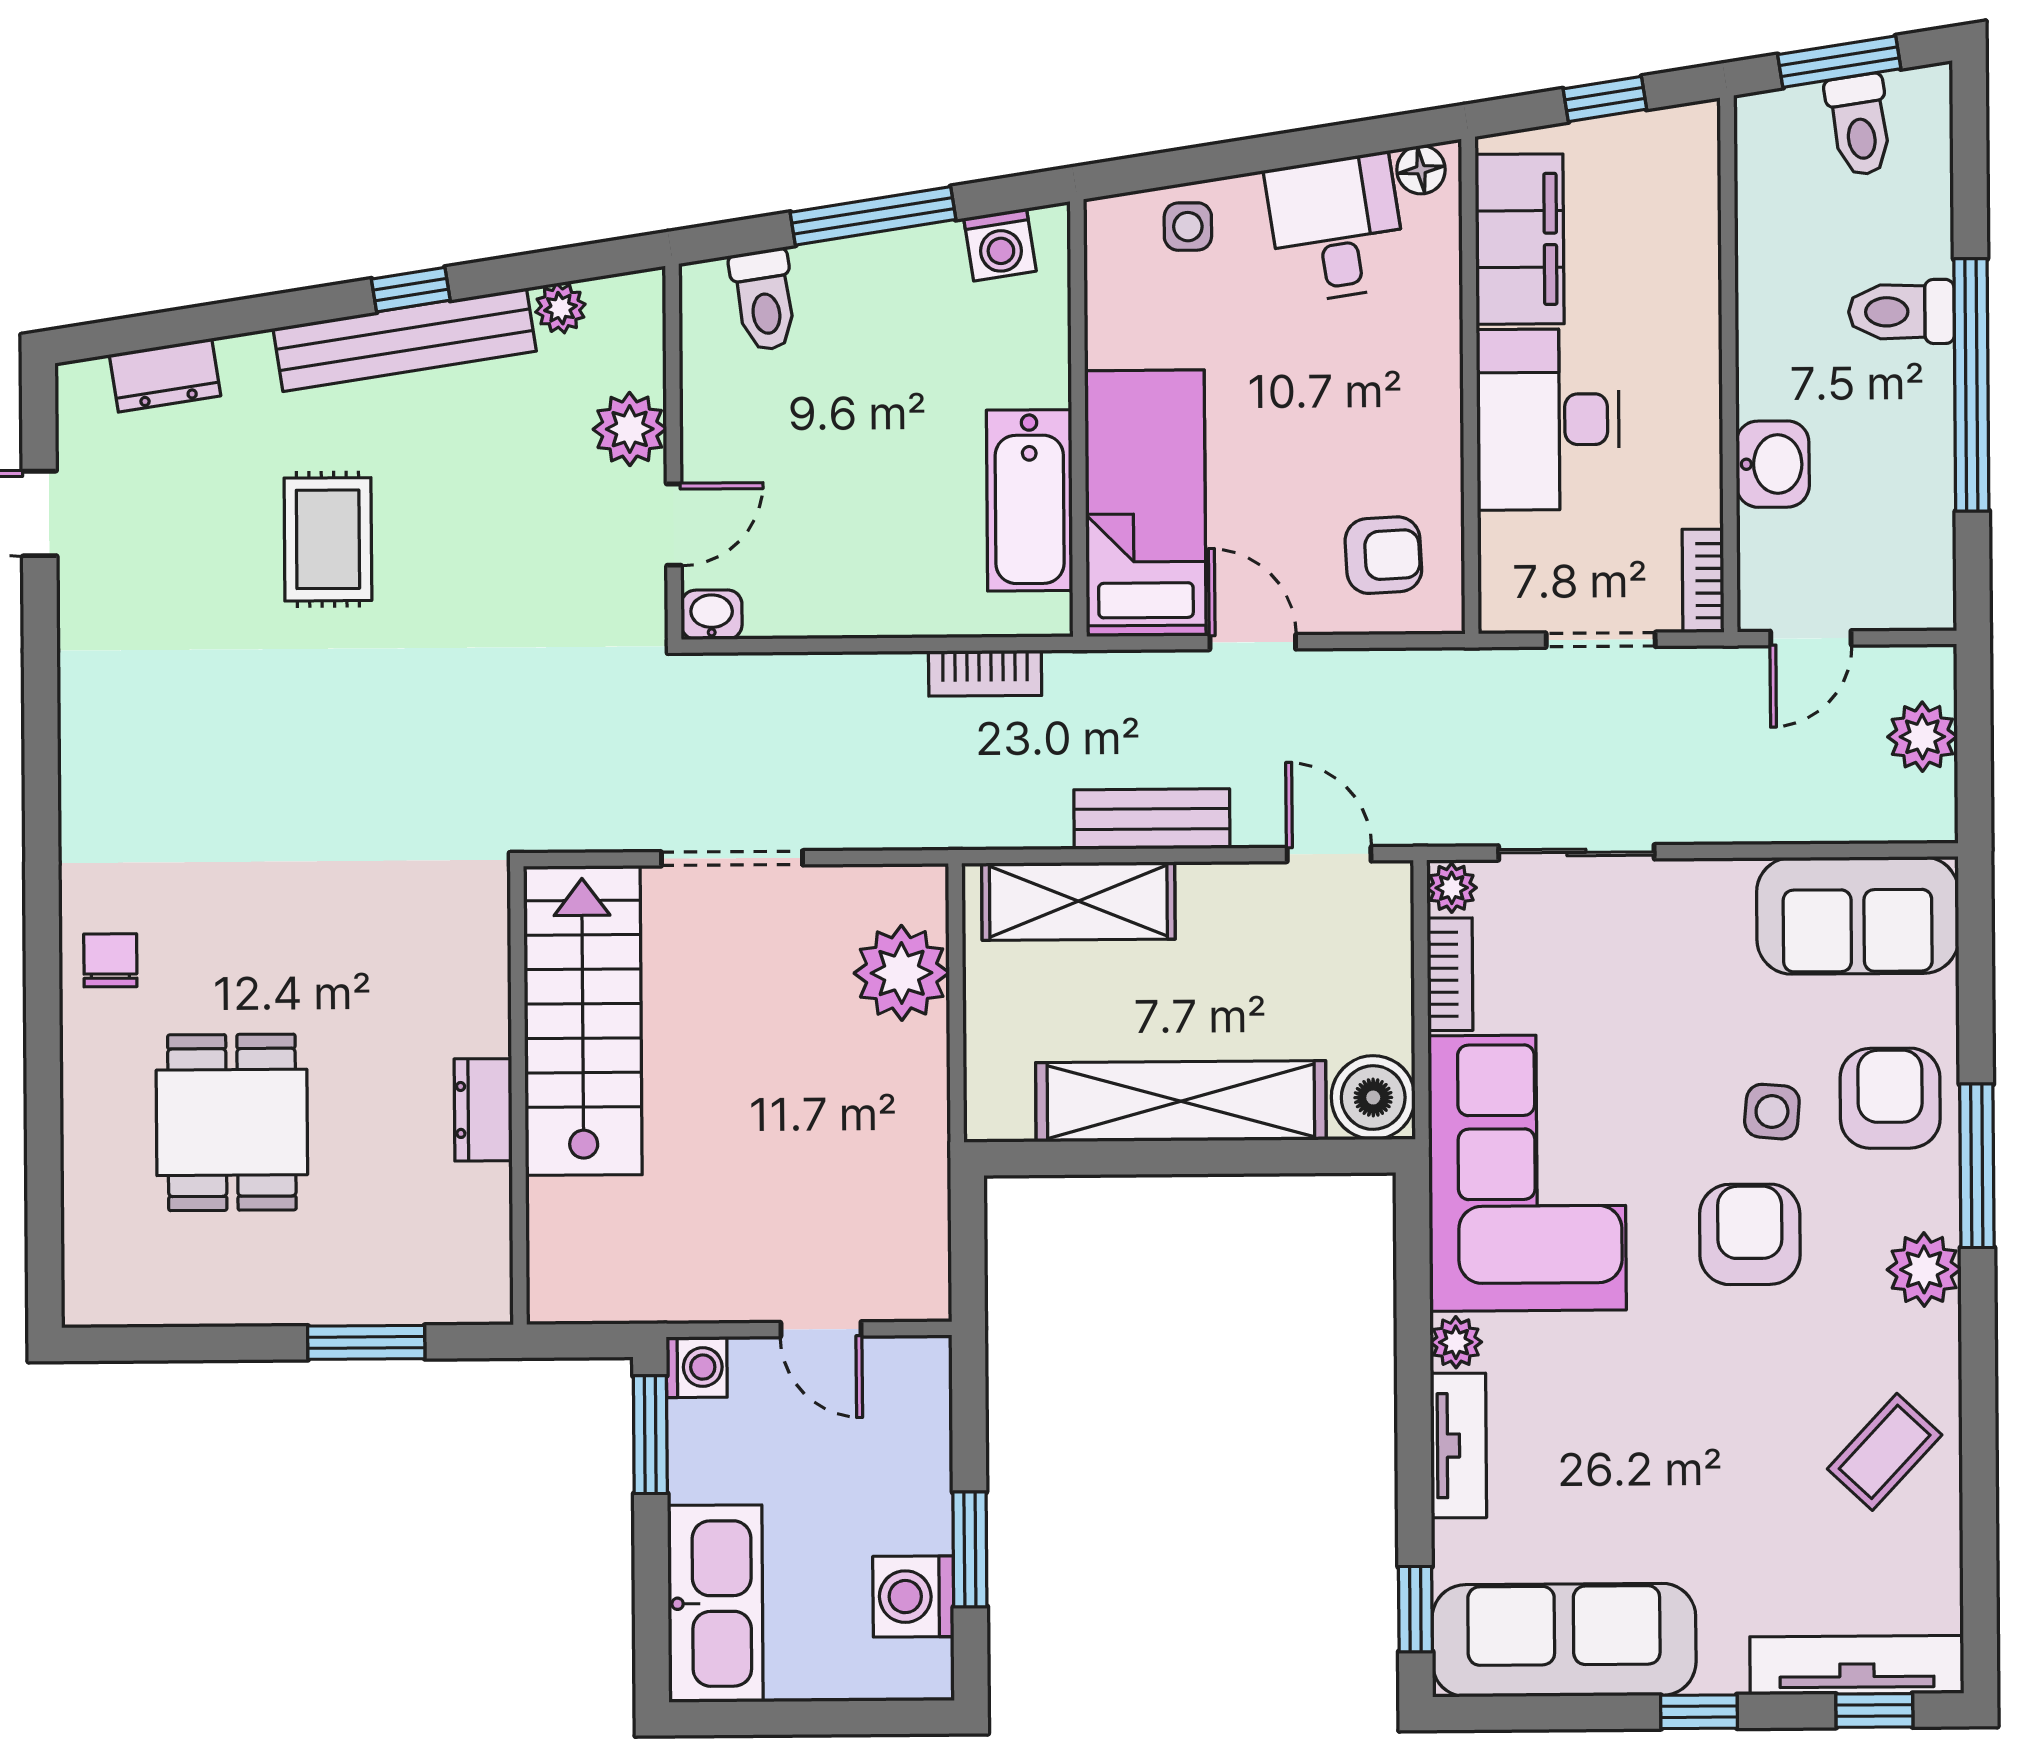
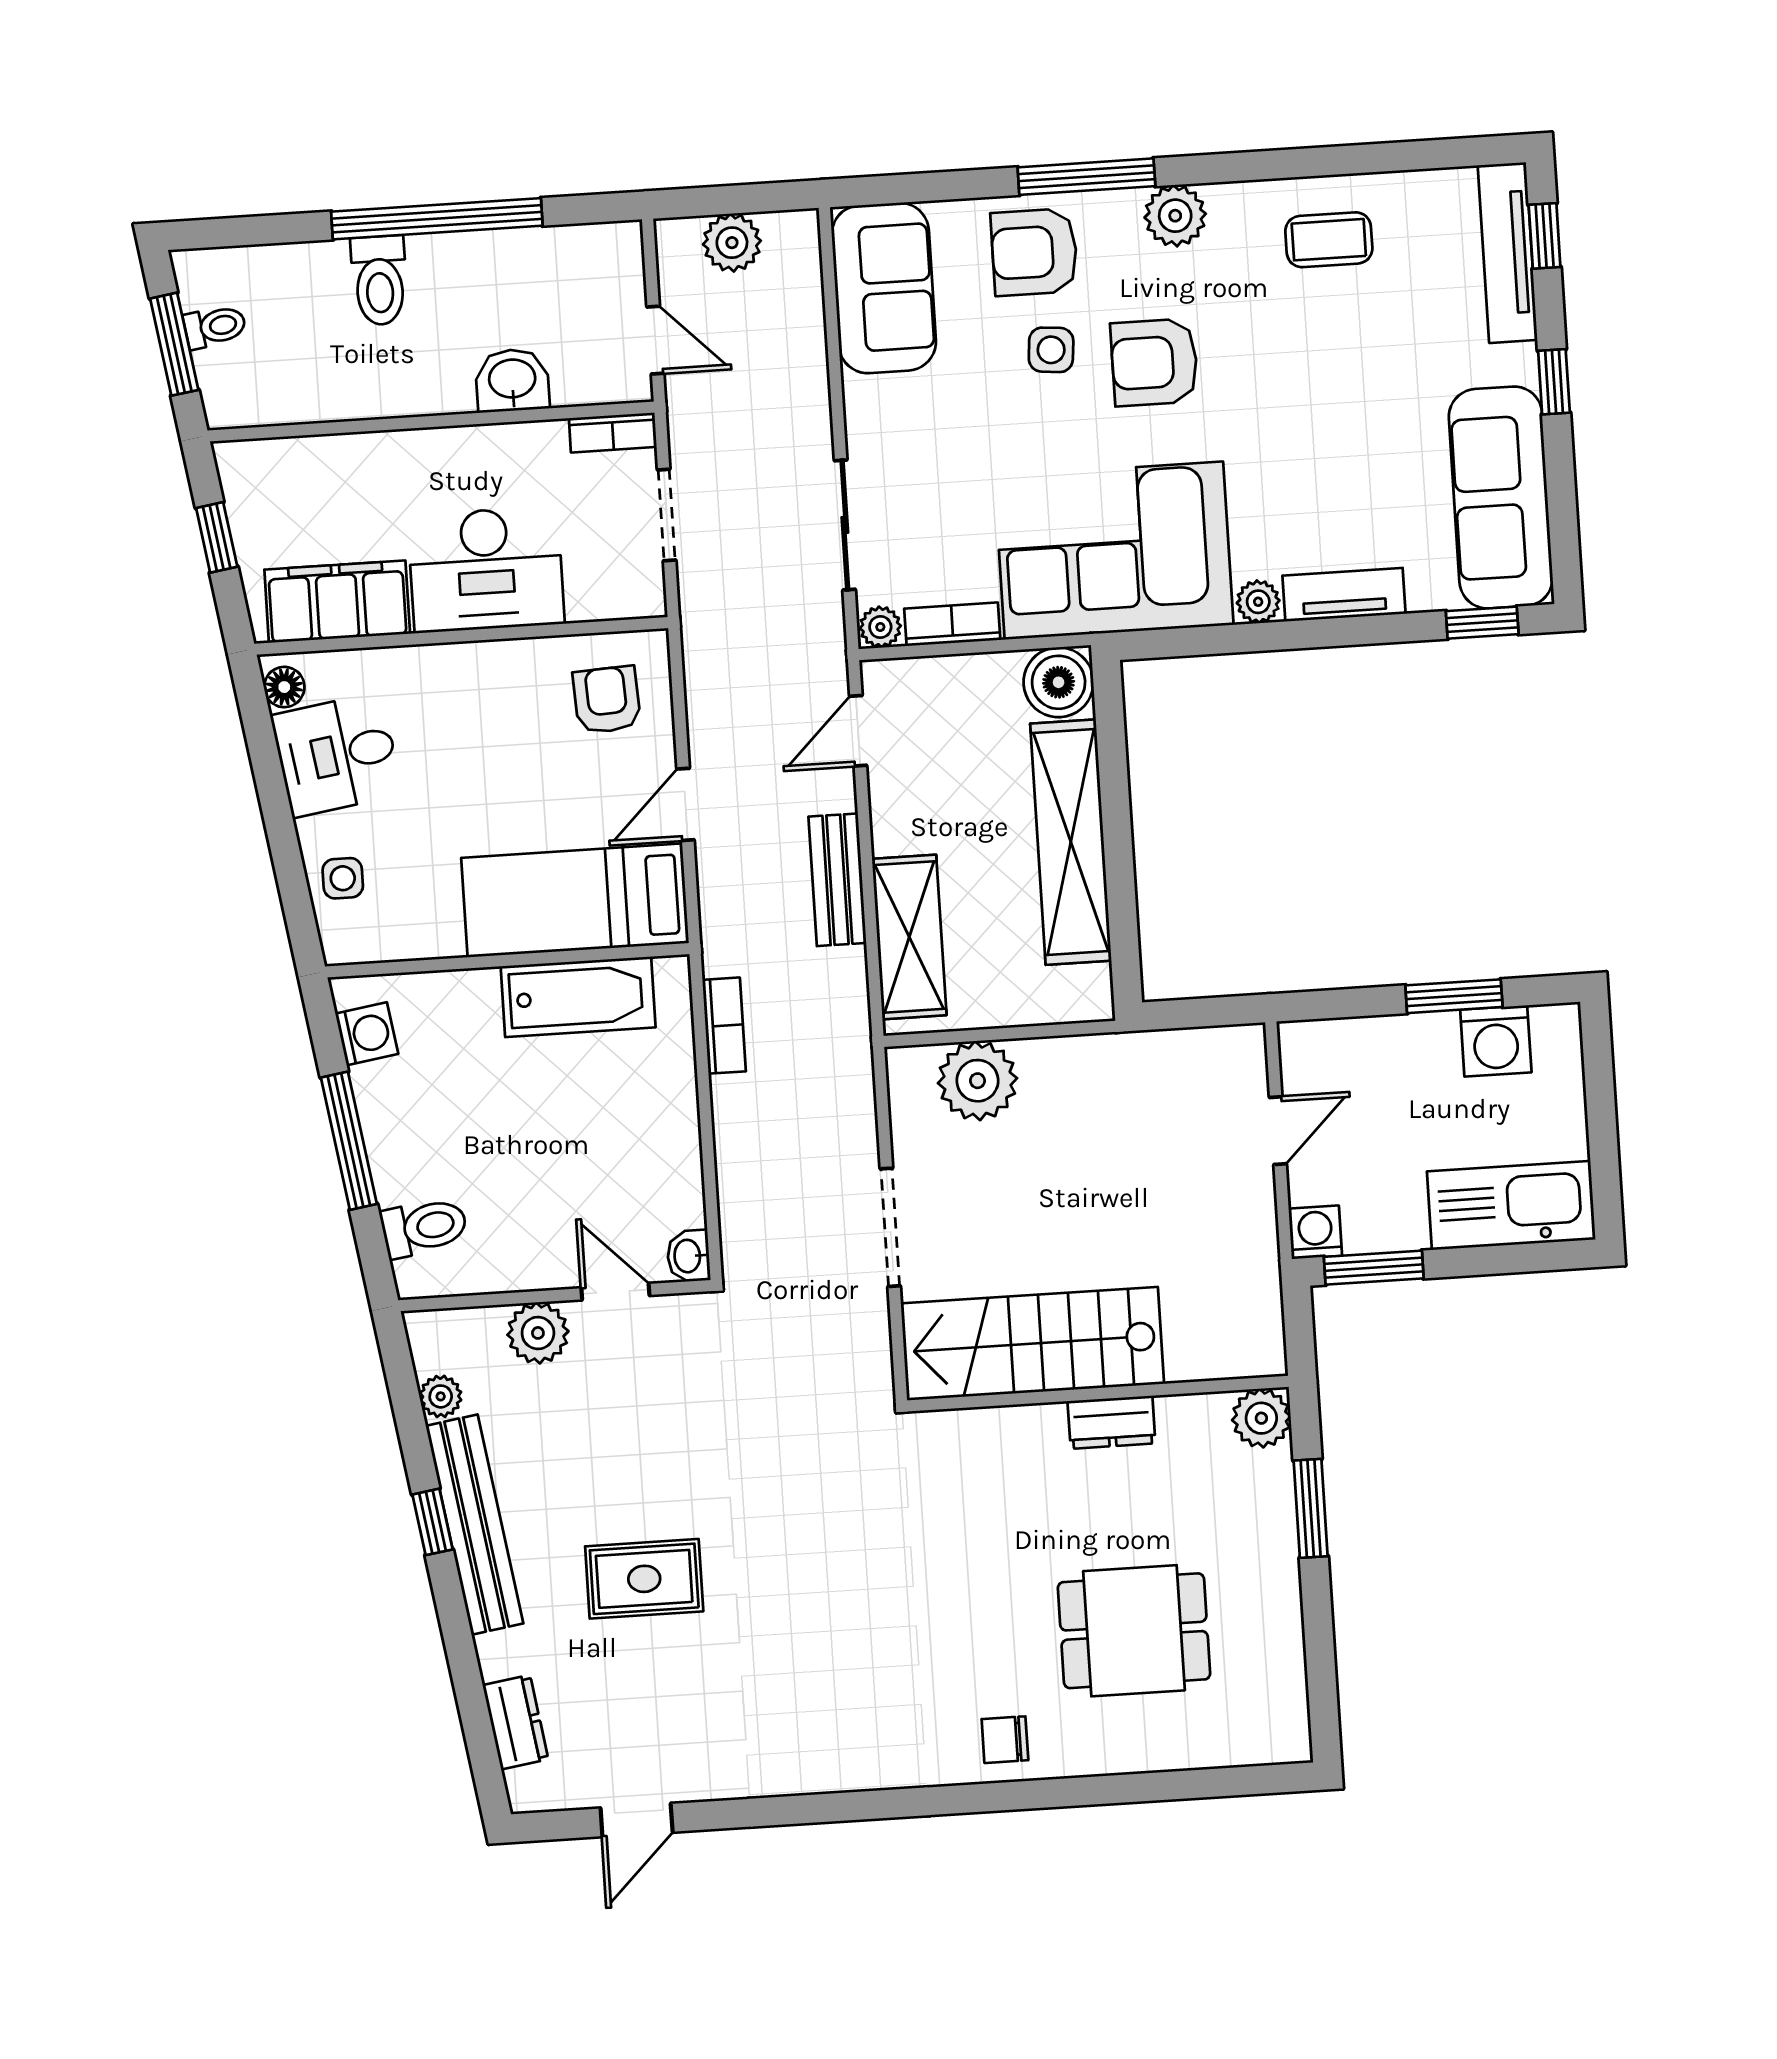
toilet: (1860, 125) -> (215, 327), width x0.73, depth x0.72
plant: (478, 1290) -> (1261, 1418), added
coffee table: (1885, 1452) -> (1329, 240), turned -43

